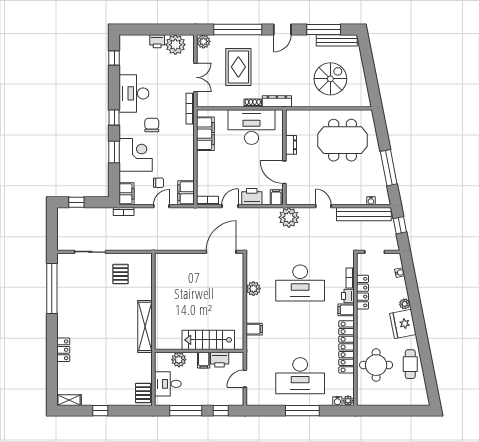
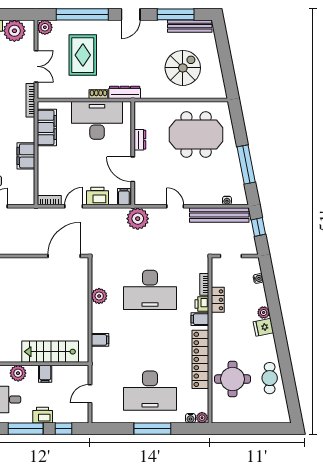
filing cabinet: (186, 193) -> (26, 156), moved
locker: (363, 292) -> (218, 300), width x0.66
fridge: (403, 324) -> (263, 327), width x0.53, depth x0.75
printer: (220, 360) -> (43, 415), moved, turned 180

